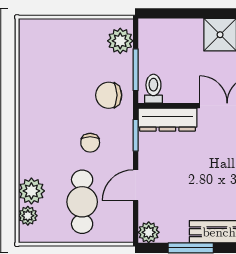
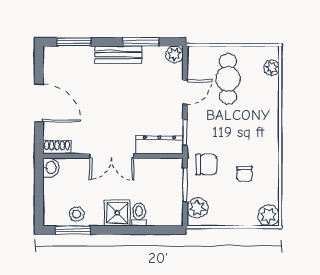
toilet: (153, 89) -> (139, 214), moved, turned 180
chair: (90, 143) -> (244, 174), moved, turned 180
plant: (31, 191) -> (269, 215), moved

